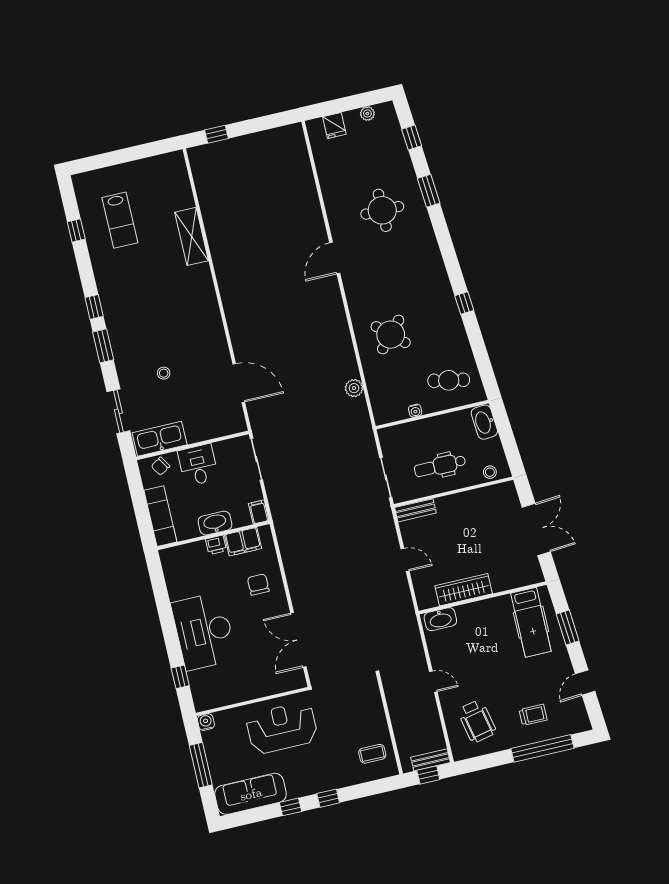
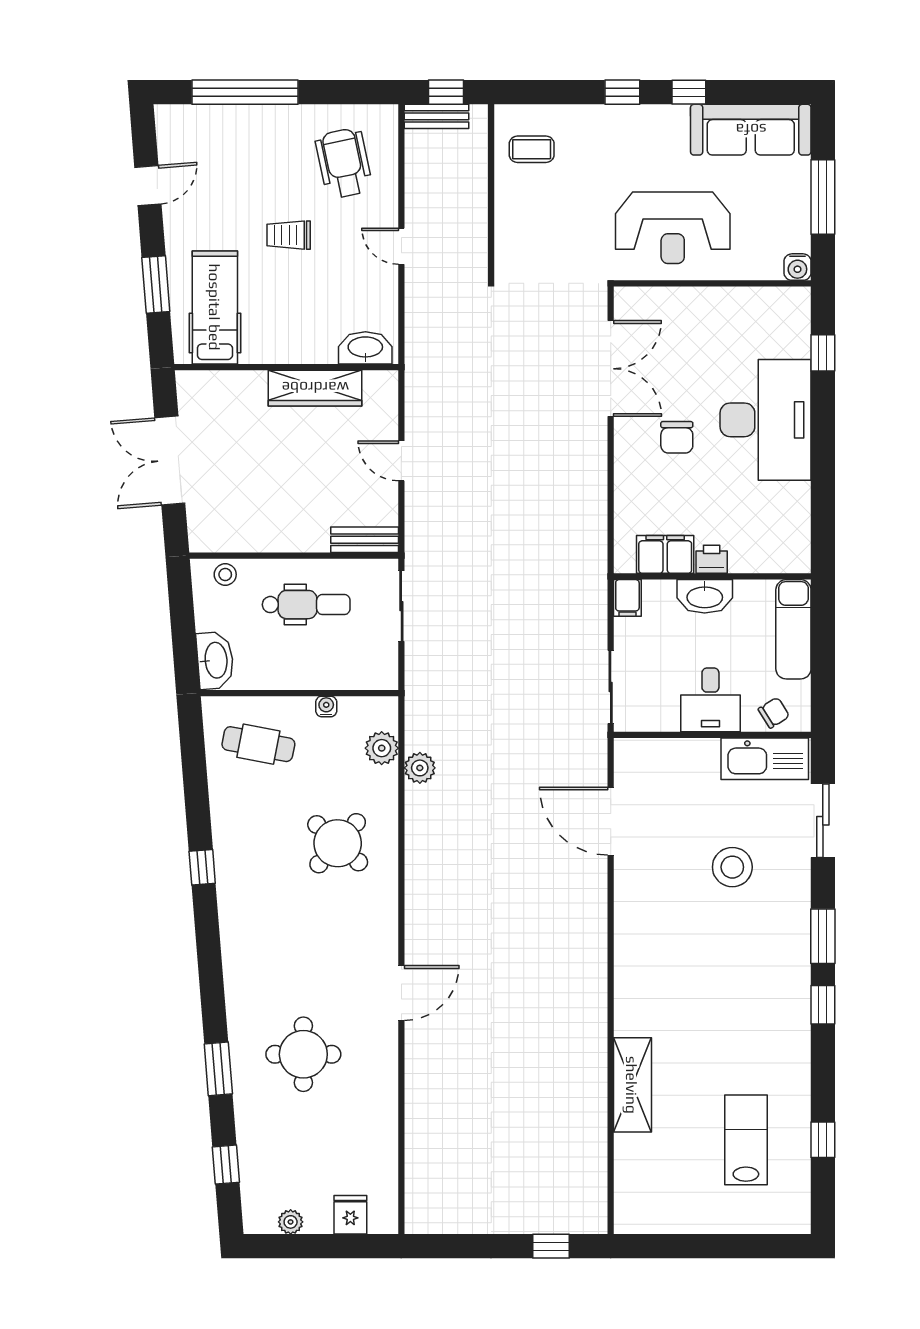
stool: (164, 373) -> (732, 867), width x1.89, depth x1.89
plant: (378, 394) -> (382, 748), added
chair: (258, 584) -> (677, 437), moved
trolley: (533, 715) -> (289, 235), moved

